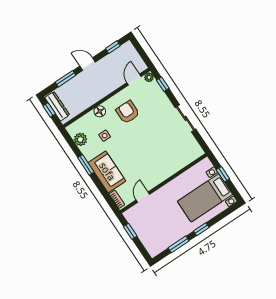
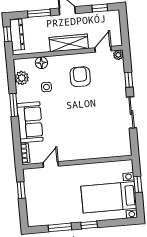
window: (163, 84) -> (129, 80), moved
wardrobe: (103, 90) -> (69, 43), added
floor lamp: (100, 111) -> (41, 63), moved

